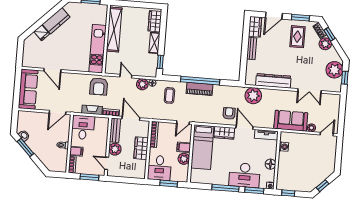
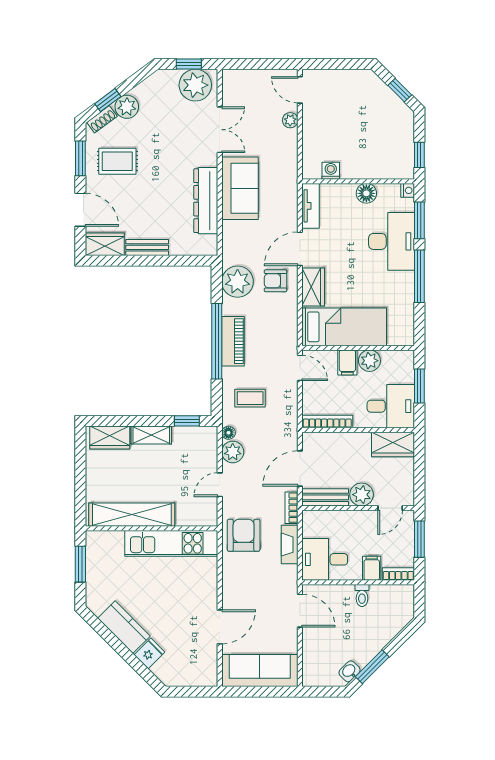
plant: (334, 70) -> (195, 85), moved
armchair: (99, 86) -> (244, 535), turned -90
plant: (253, 96) -> (238, 282), moved
sofa: (291, 121) -> (240, 188), moved, turned 180
wardrobe: (141, 148) -> (393, 444), moved

